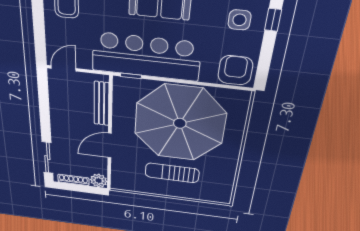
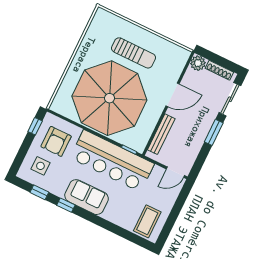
window: (273, 20) -> (35, 126), moved
armchair: (235, 70) -> (56, 141), moved
window: (45, 122) -> (214, 132), added

